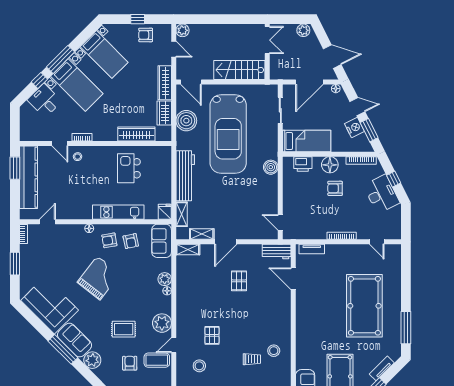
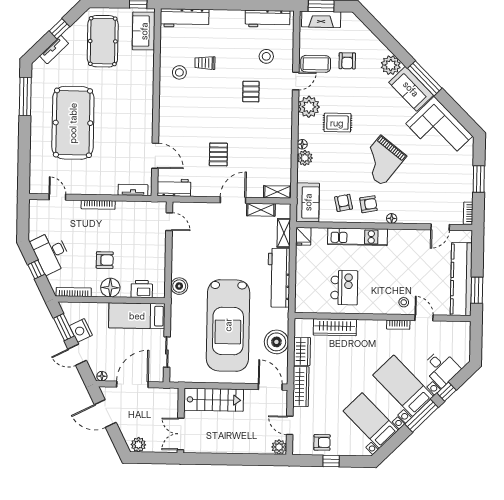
car: (228, 134) -> (228, 325), turned 180
rug: (124, 329) -> (337, 123), moved

